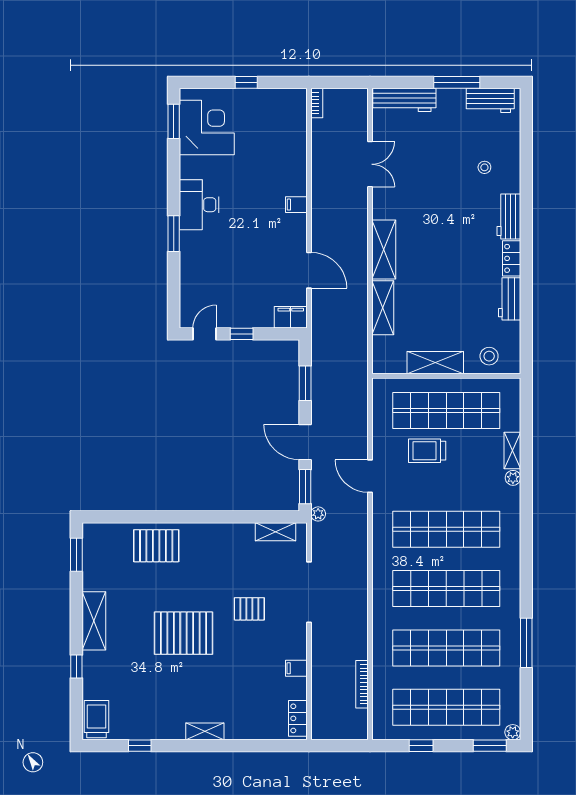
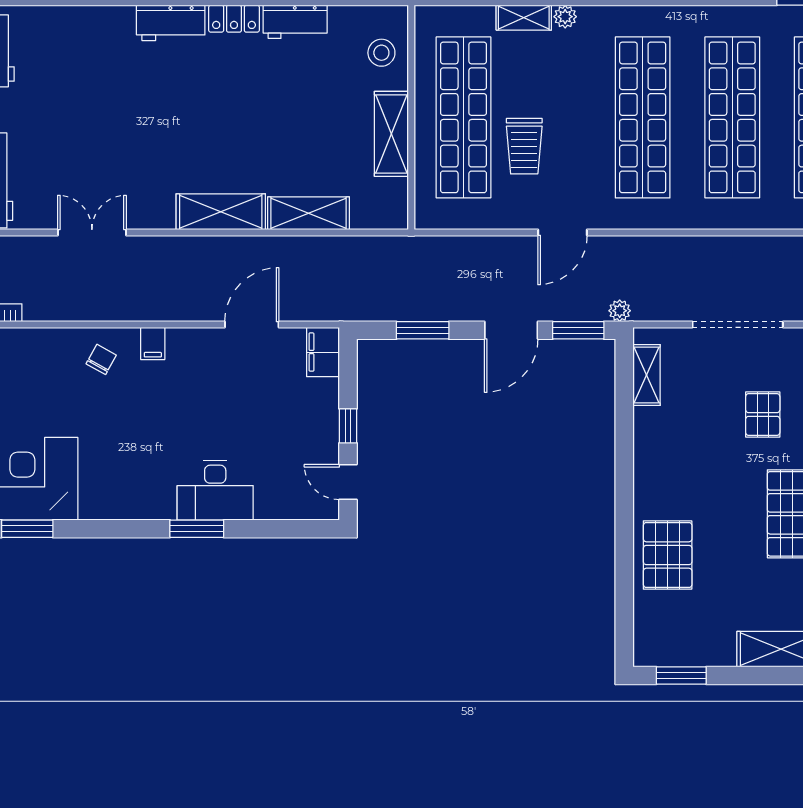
stool: (484, 167) -> (97, 60), removed
chair: (286, 170) -> (101, 359), added
desk: (199, 205) -> (215, 490), moved

